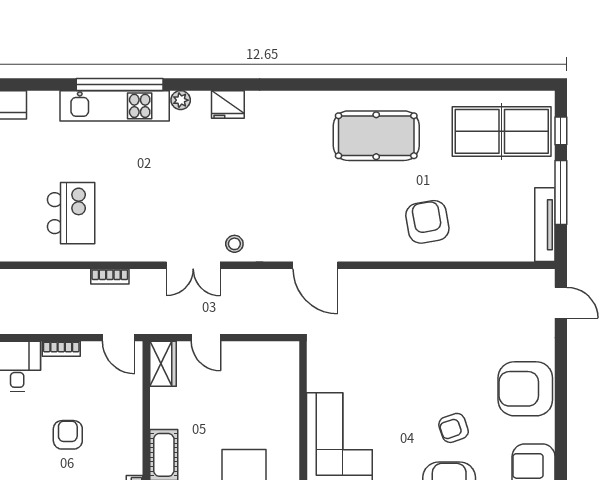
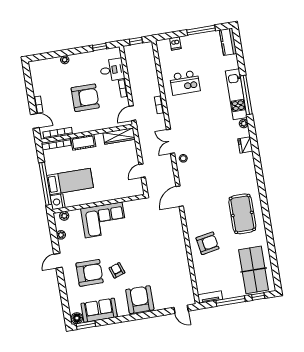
tv unit: (545, 225) -> (210, 297), width x0.71
door: (561, 303) -> (181, 309), hinge flipped
door: (206, 338) -> (142, 171), moved
wardrobe: (163, 364) -> (119, 136), width x1.50
armchair: (68, 435) -> (85, 98), width x1.88, depth x1.88

